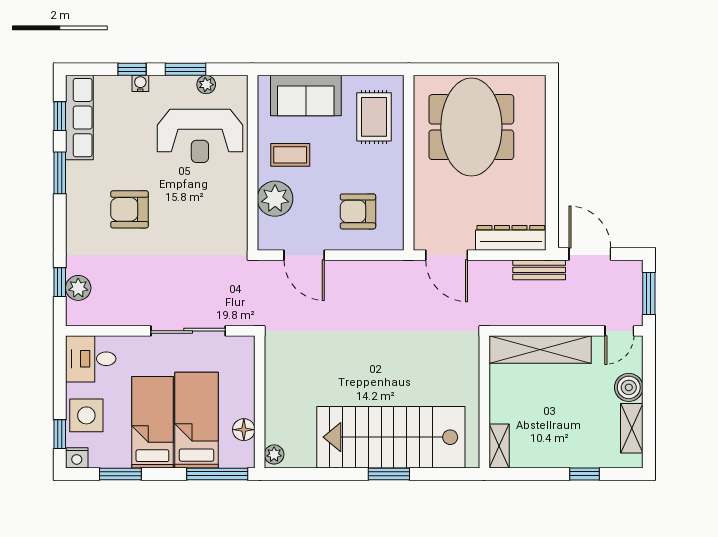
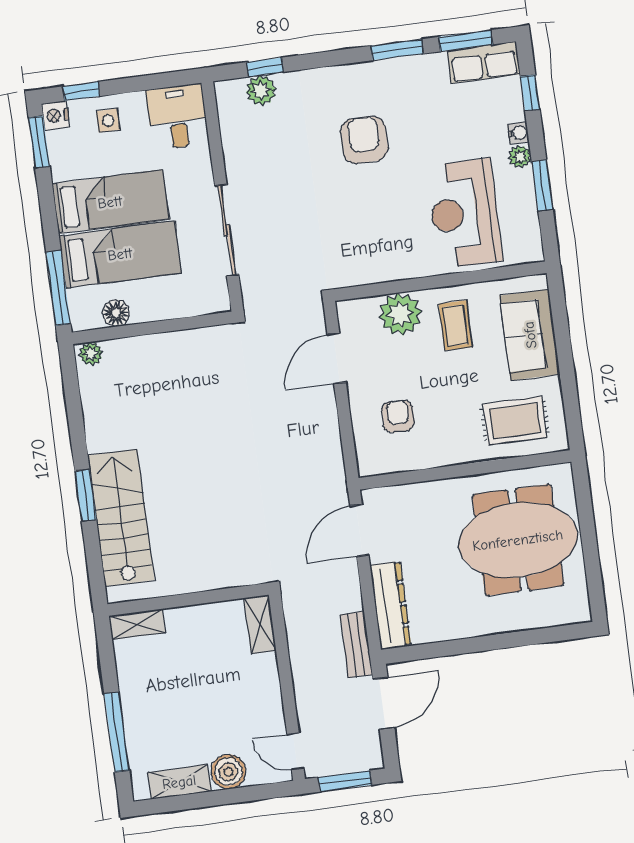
window: (132, 69) -> (530, 93), moved
plant: (206, 85) -> (520, 157), moved
window: (60, 116) -> (466, 41), width x1.50
row of seats: (79, 118) -> (484, 62), width x0.68
armchair: (358, 211) -> (398, 416), width x0.72, depth x0.72
shelving: (540, 349) -> (260, 624), width x0.45, depth x0.75
side table: (86, 415) -> (108, 121), width x0.54, depth x0.54
stairs: (391, 437) -> (121, 518), width x0.73, depth x0.66
window: (120, 474) -> (39, 142), moved
window: (584, 474) -> (117, 732), width x2.17

